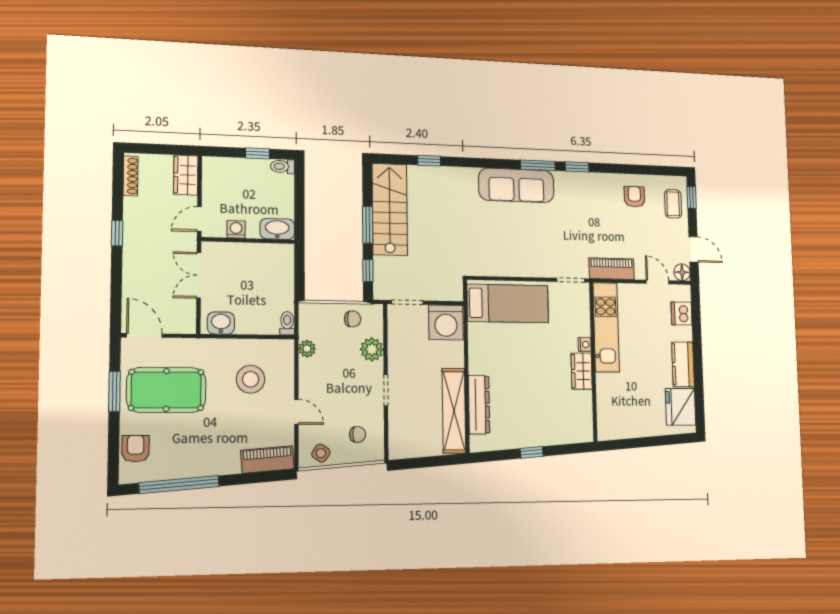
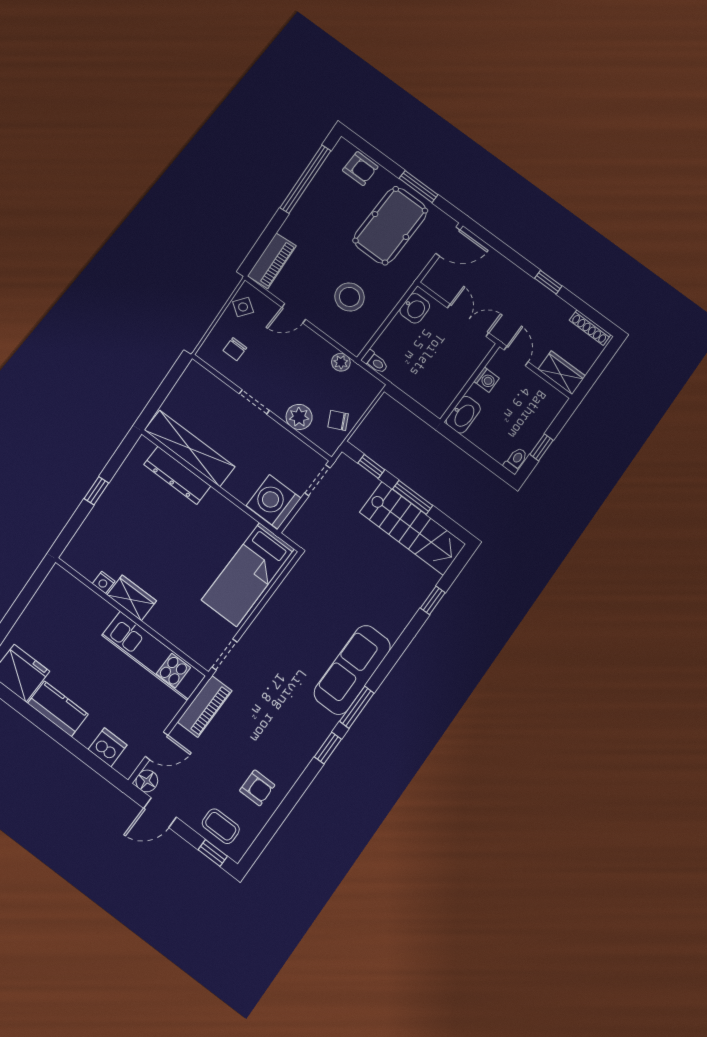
chair: (353, 319) -> (338, 420), turned 64
nightstand: (585, 344) -> (104, 582), moved

